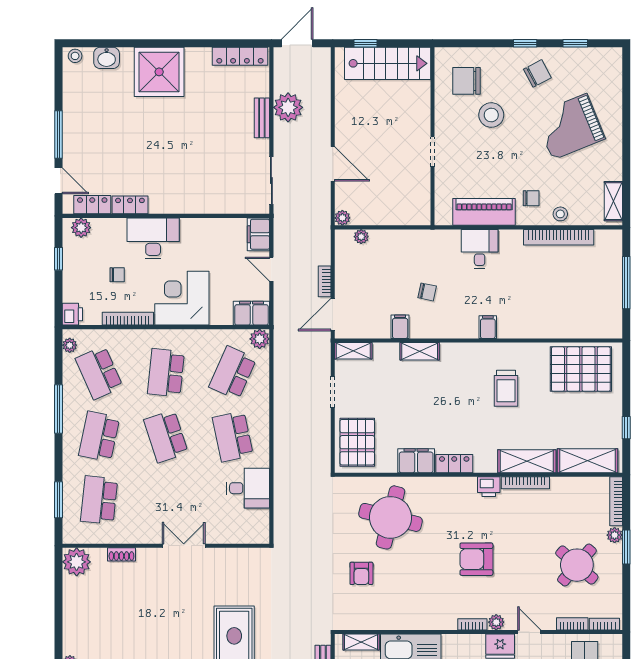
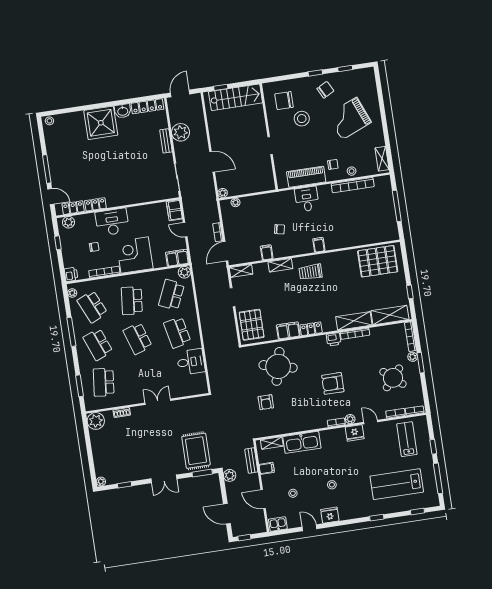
washbasin: (107, 58) -> (123, 111), moved
trolley: (506, 388) -> (311, 272), moved, turned 90
school desk: (99, 436) -> (98, 344), turned -33

